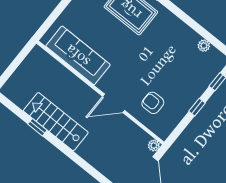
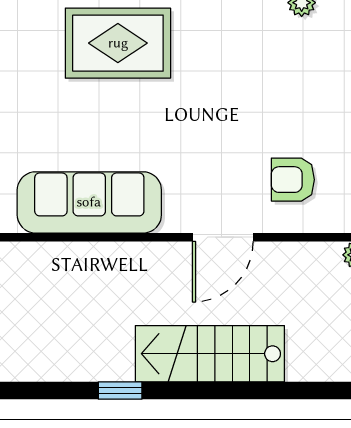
stairs: (56, 122) -> (210, 354), moved

